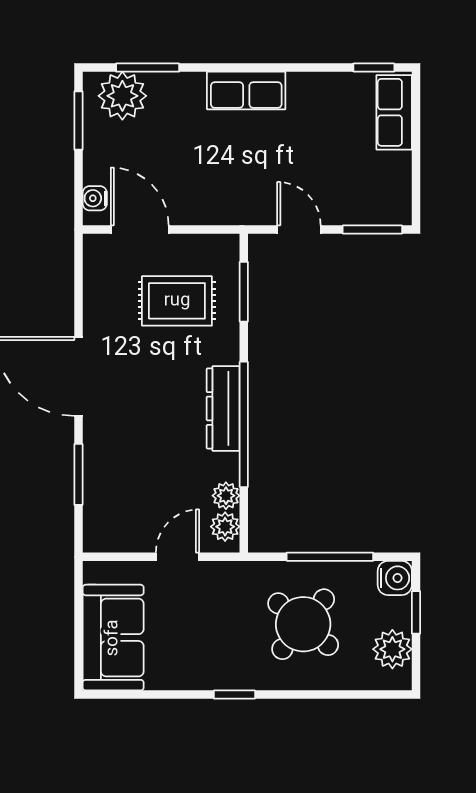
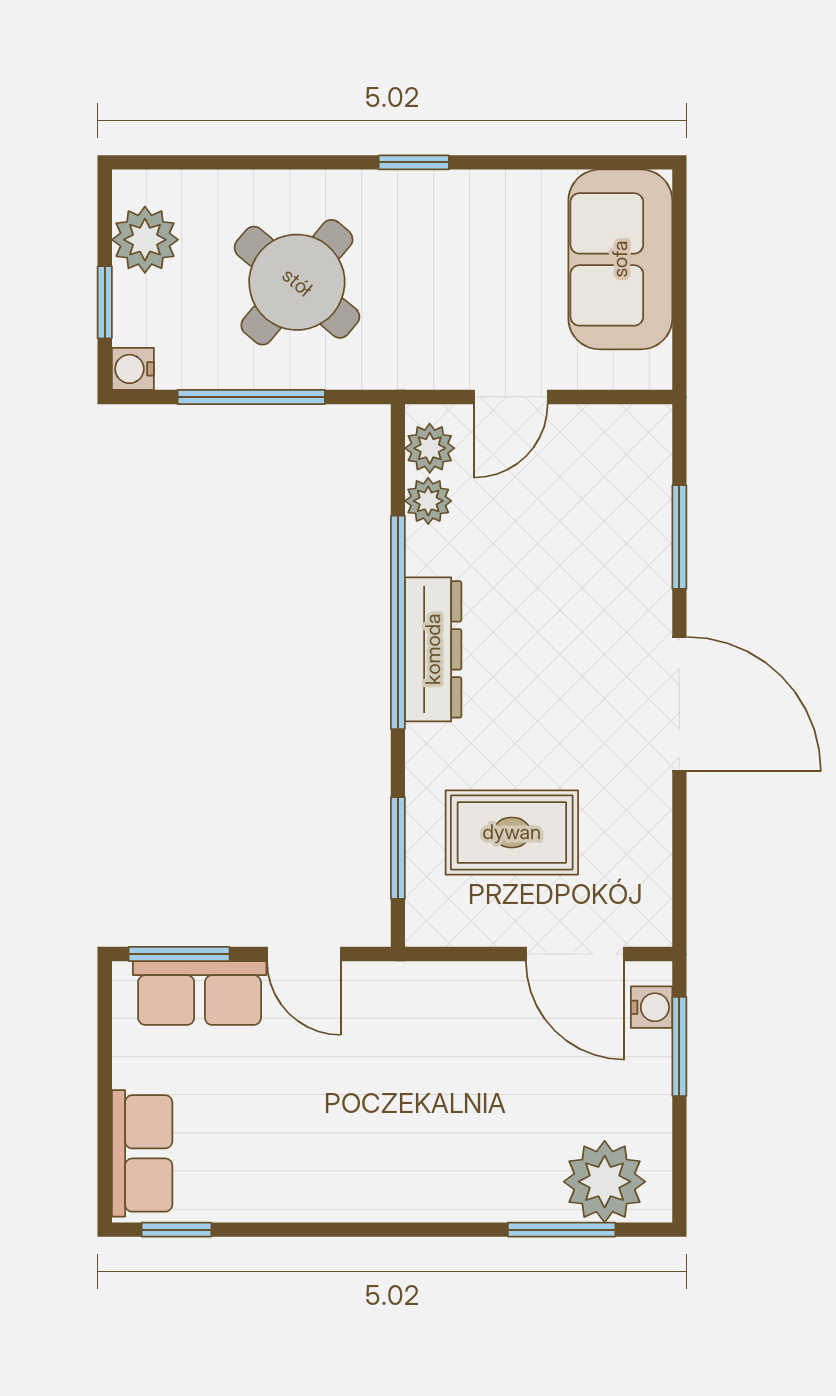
row of seats: (246, 90) -> (200, 993), moved, turned 180
window: (78, 121) -> (679, 1047), moved
water cooler: (395, 578) -> (133, 369), width x0.72, depth x0.72

